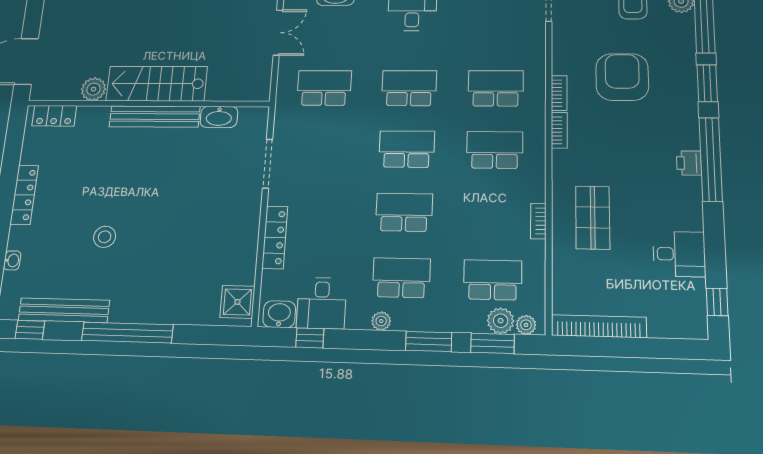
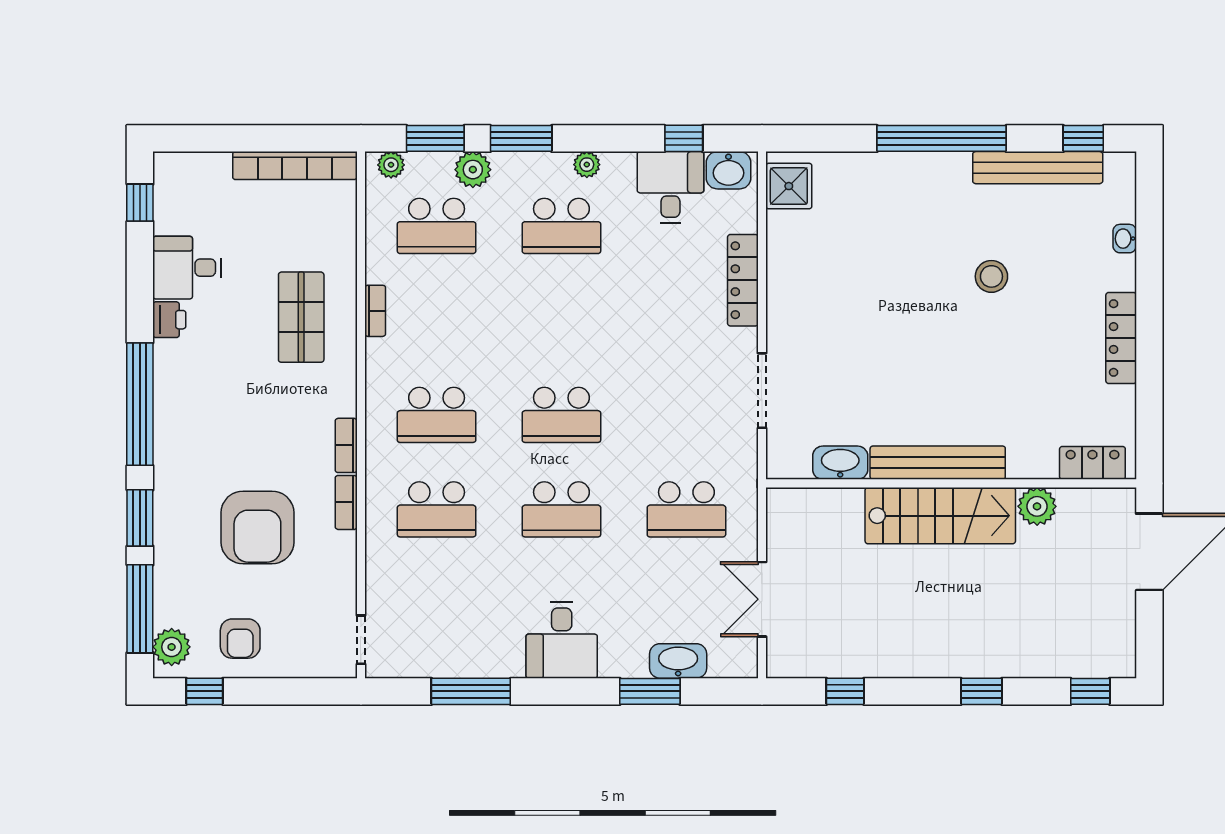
printer: (689, 163) -> (169, 320), moved
school desk: (404, 212) -> (561, 320), removed
plant: (501, 321) -> (473, 170), moved

